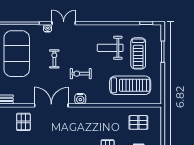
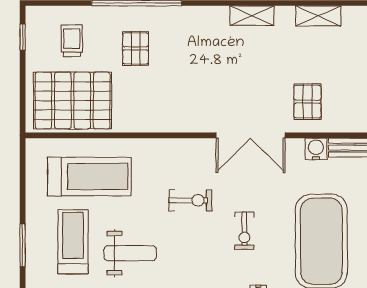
treadmill: (130, 85) -> (89, 177), turned 180
water cooler: (80, 99) -> (316, 149), moved
pallet: (138, 122) -> (72, 100), width x2.05, depth x2.00

